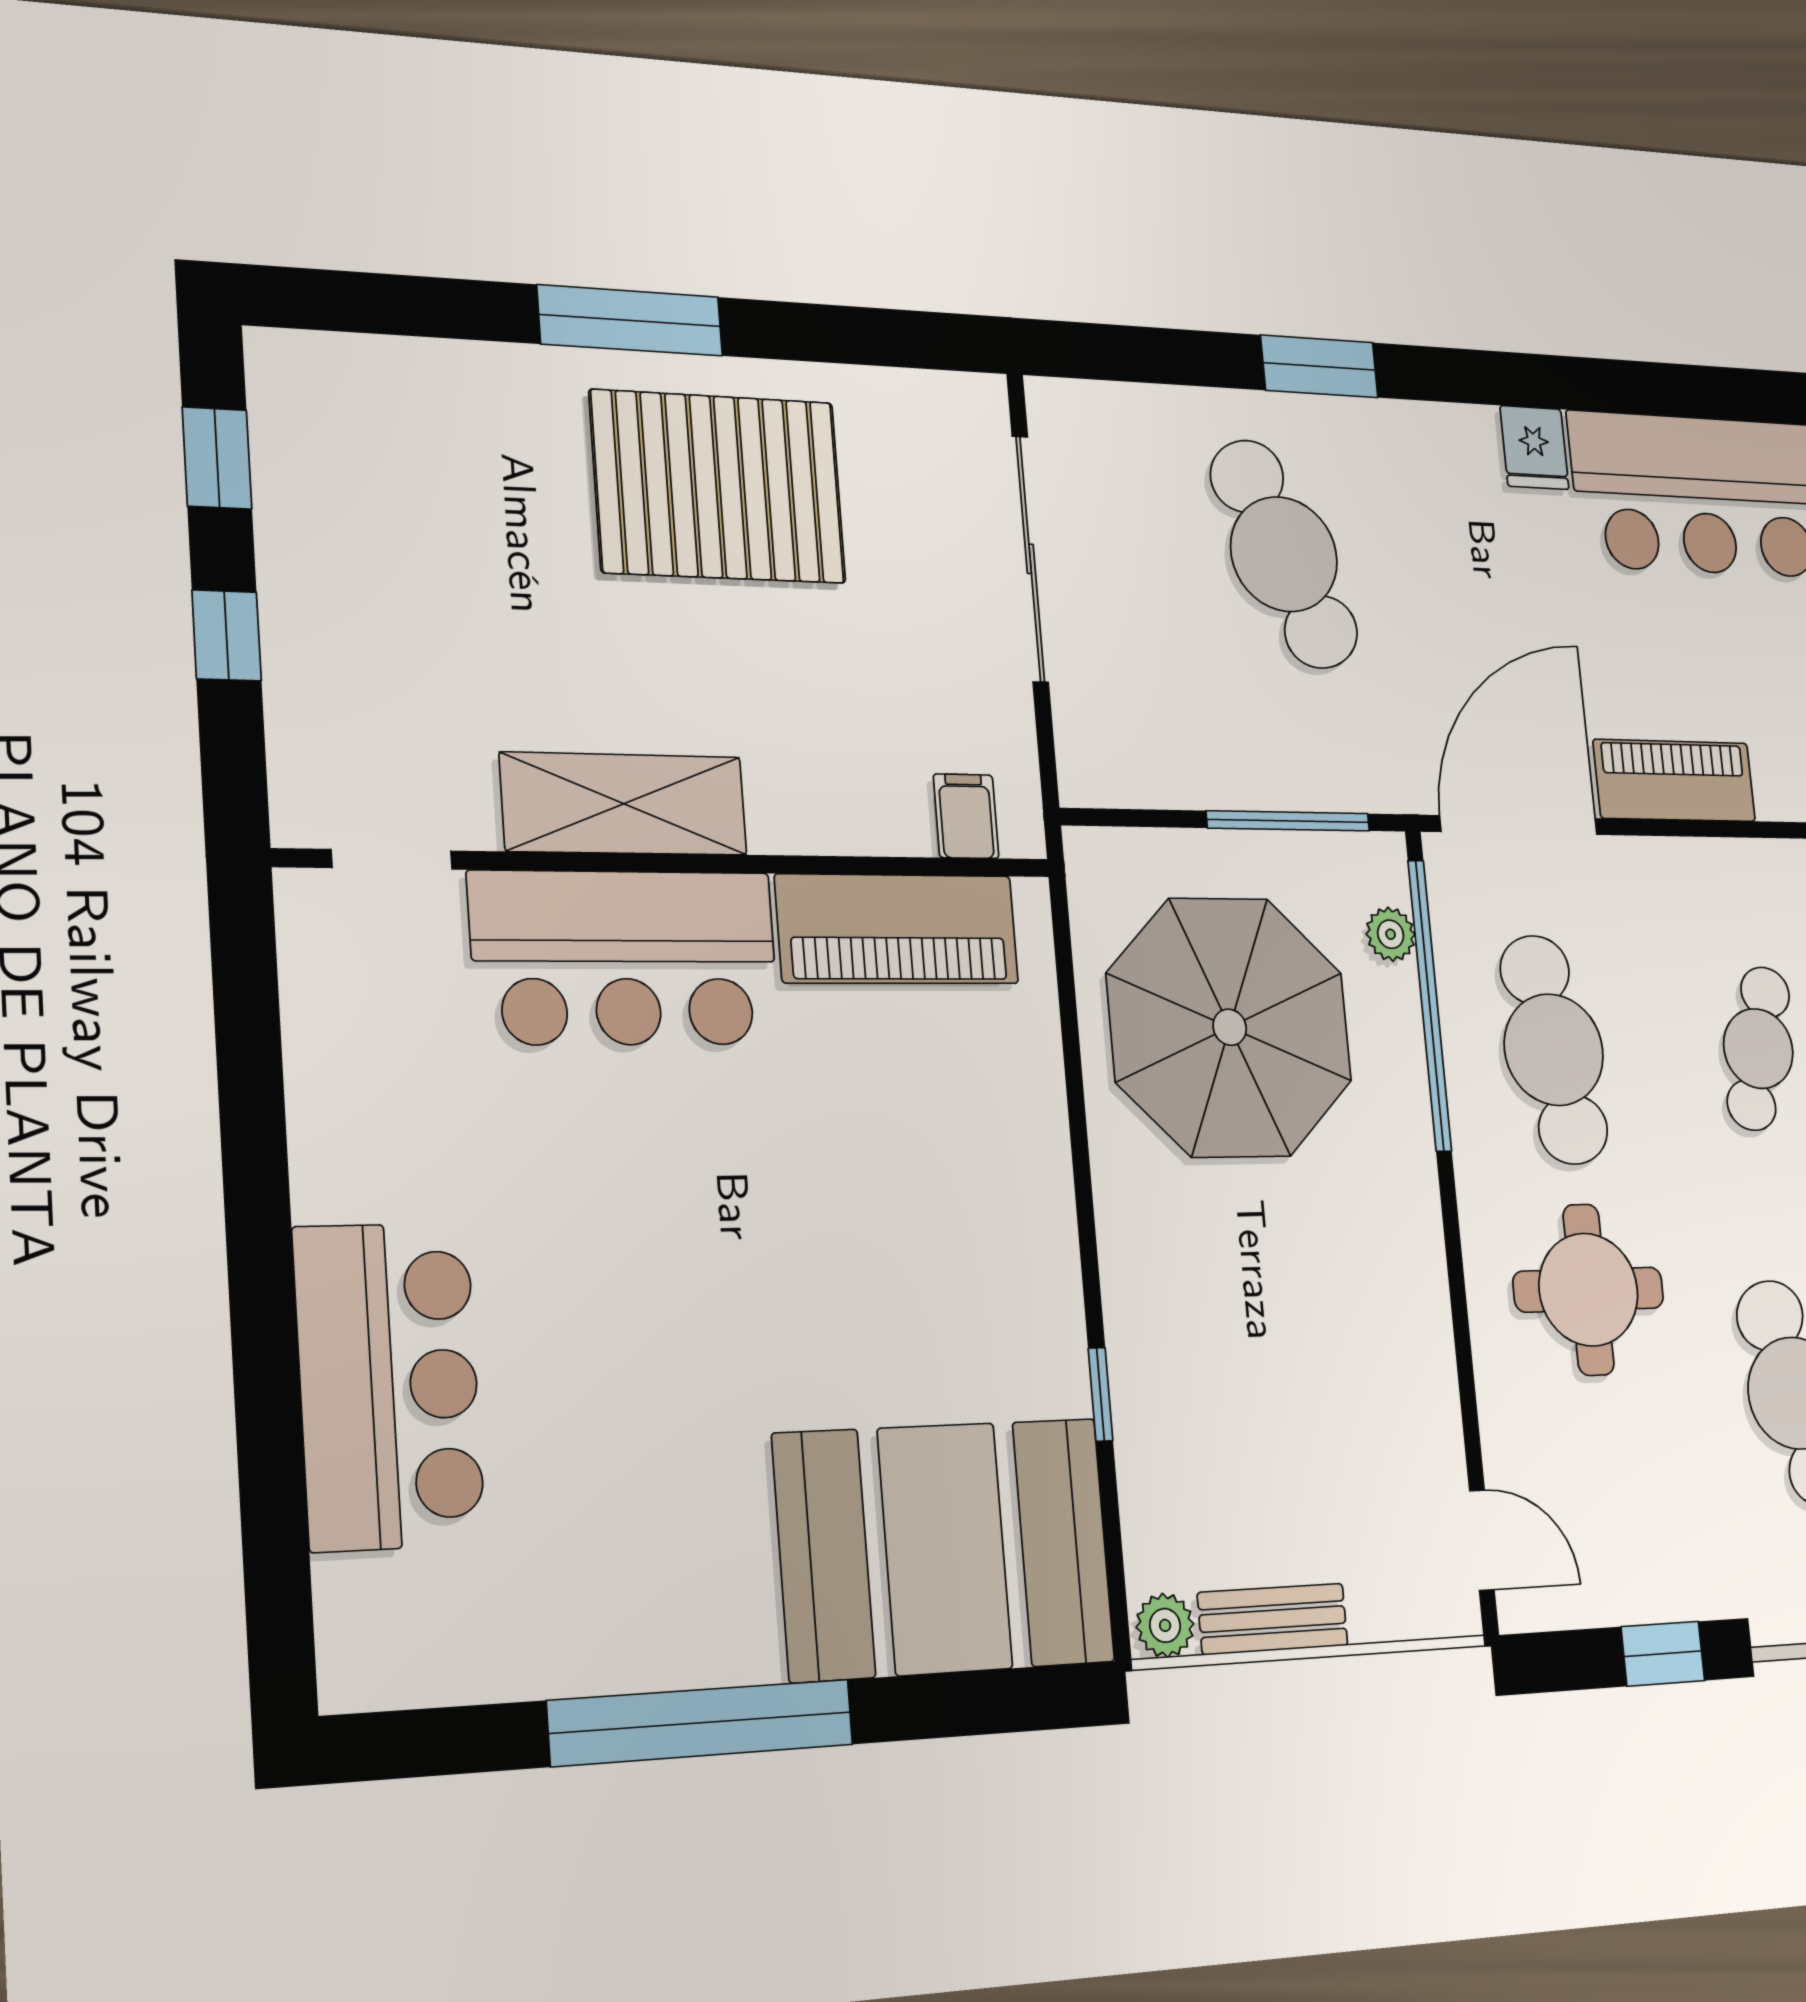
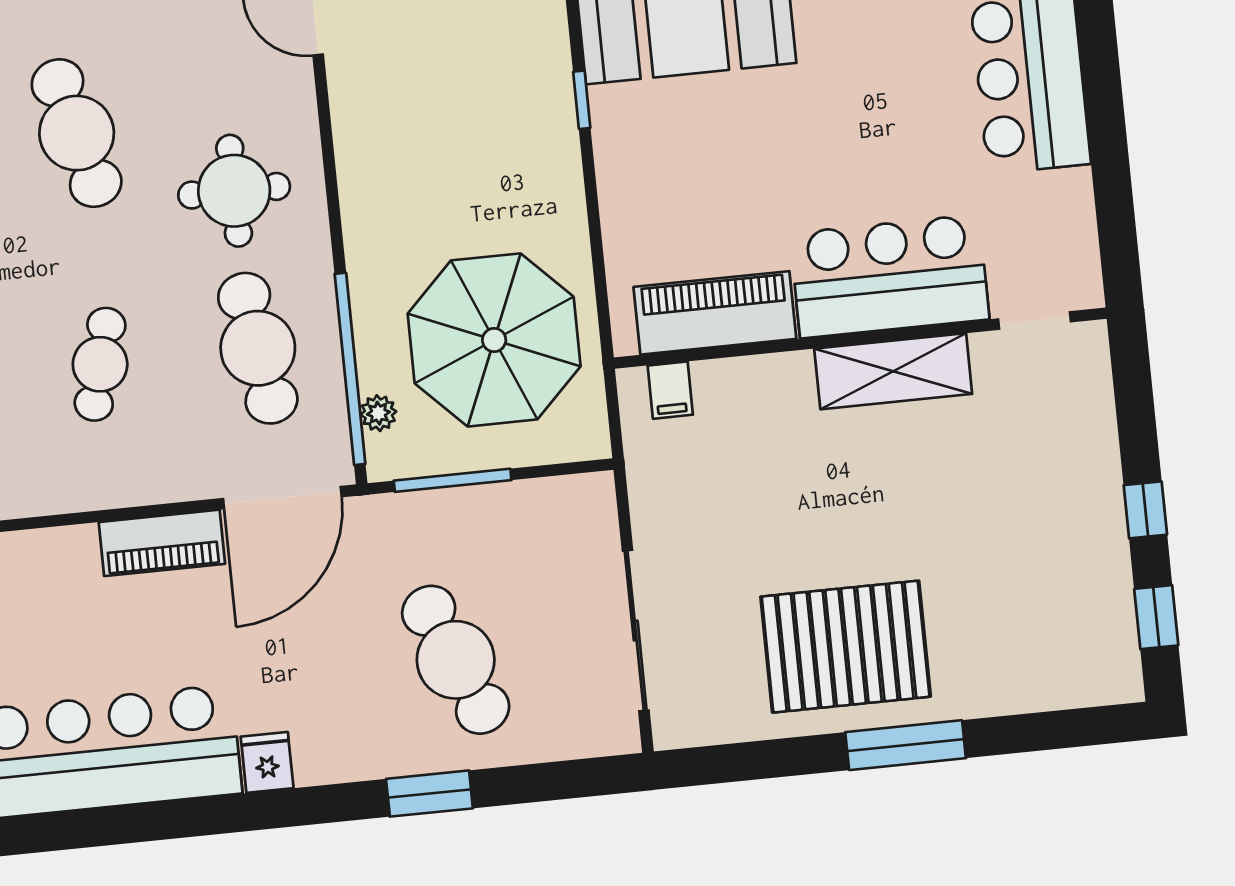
shelving: (624, 804) -> (893, 371), moved
filing cabinet: (966, 816) -> (670, 390), moved
doorway: (392, 859) -> (1034, 320), moved
wall: (674, 863) -> (860, 338), moved
piano: (897, 929) -> (715, 313), moved
bar counter: (625, 958) -> (890, 276), moved

